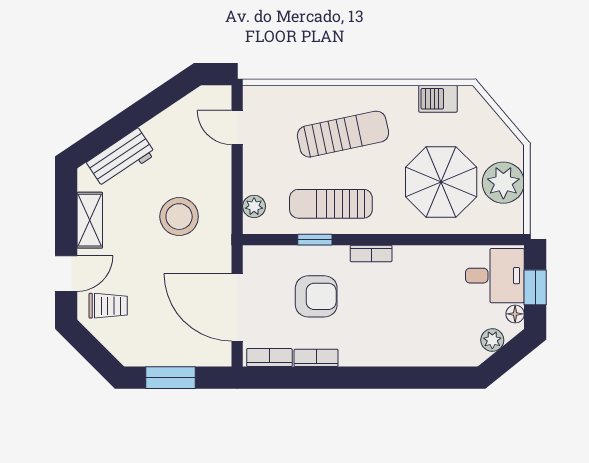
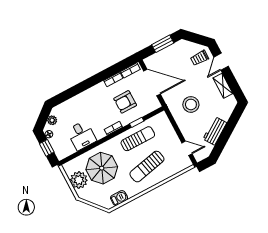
workbench: (121, 158) -> (215, 131), moved
plant: (254, 206) -> (165, 123), removed
desk: (495, 276) -> (81, 135), moved, turned -90

